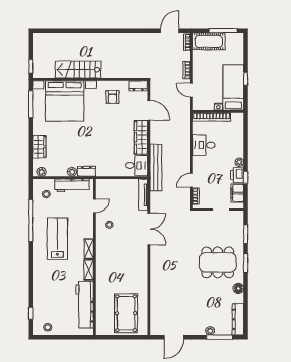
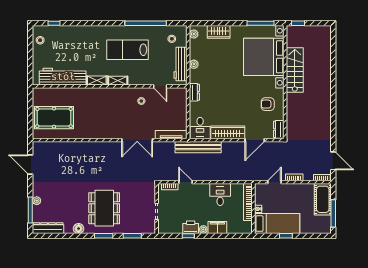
dresser: (86, 171) -> (194, 92), moved
filing cabinet: (237, 193) -> (217, 228), moved
lab bench: (57, 239) -> (128, 50), turned 180

